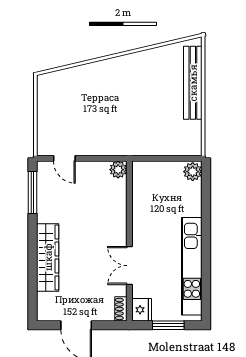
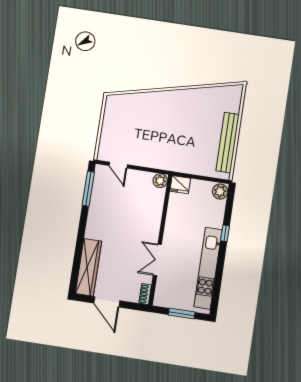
bench: (193, 83) -> (228, 142), moved
window: (206, 221) -> (225, 233), added
wardrobe: (48, 257) -> (88, 267), moved
fridge: (142, 310) -> (180, 185), moved, turned 90

